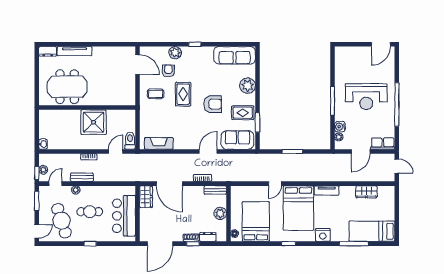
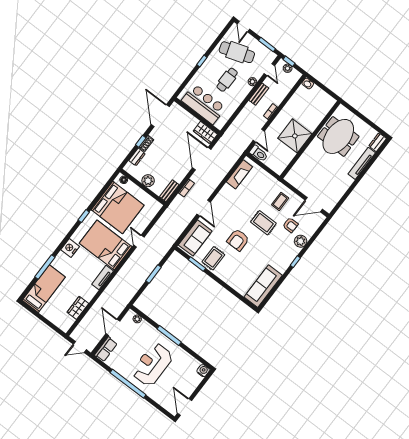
plant: (248, 86) -> (232, 278), removed
water cooler: (340, 127) -> (203, 371), moved
door: (169, 184) -> (202, 159), hinge flipped
bed: (256, 221) -> (118, 208), width x1.36

